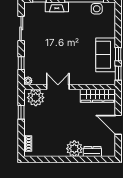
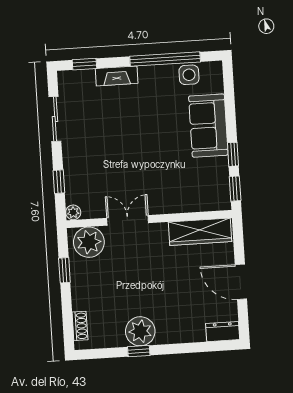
sofa: (106, 55) -> (208, 126), moved
plant: (74, 149) -> (140, 331), moved
dresser: (92, 152) -> (223, 332), moved
window: (59, 159) -> (139, 351), added

